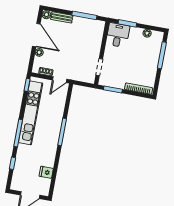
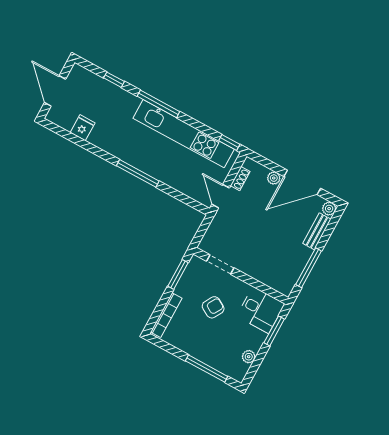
armchair: (125, 63) -> (213, 307), added

